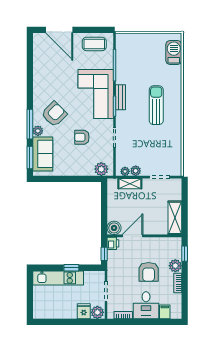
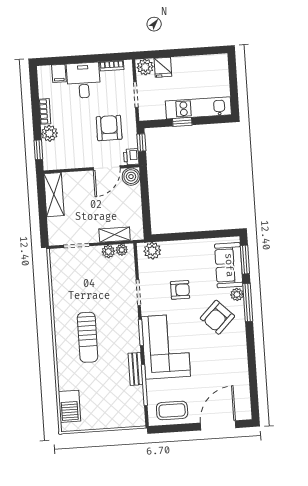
door: (59, 30) -> (218, 425), hinge flipped
bench: (120, 97) -> (136, 369), moved
armchair: (149, 272) -> (109, 128), moved

